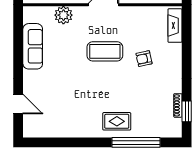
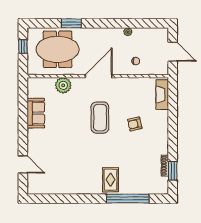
sofa: (33, 46) -> (36, 113), width x0.73
coffee table: (105, 51) -> (100, 118), turned 90
rug: (117, 121) -> (111, 180), turned 90

